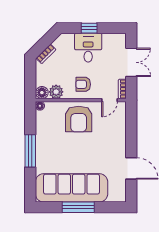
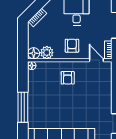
armchair: (83, 84) -> (72, 46), turned 90
door: (110, 100) -> (96, 60), swing flipped
armchair: (79, 119) -> (68, 78), width x0.53, depth x0.53

